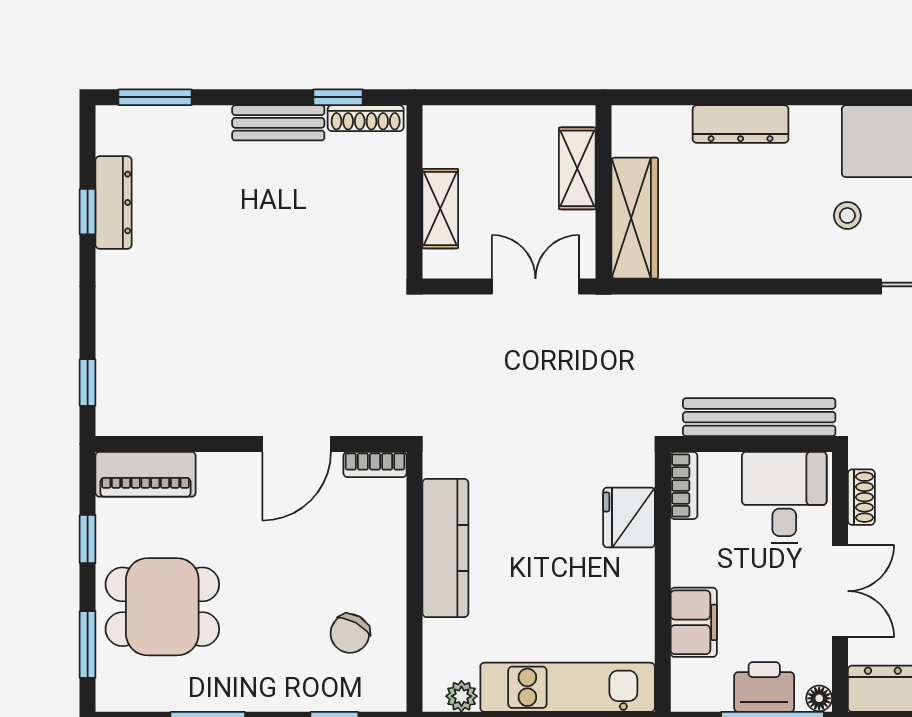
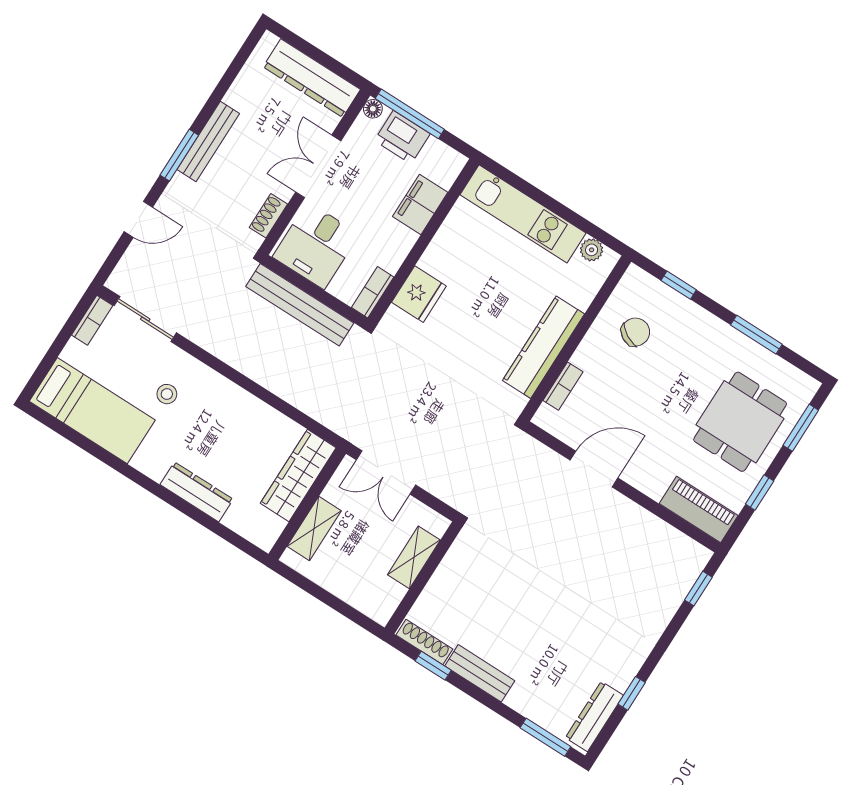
dresser: (113, 203) -> (594, 716), moved
bookcase: (375, 465) -> (563, 386), moved, turned 90
dining table: (162, 607) -> (740, 422), turned 90

